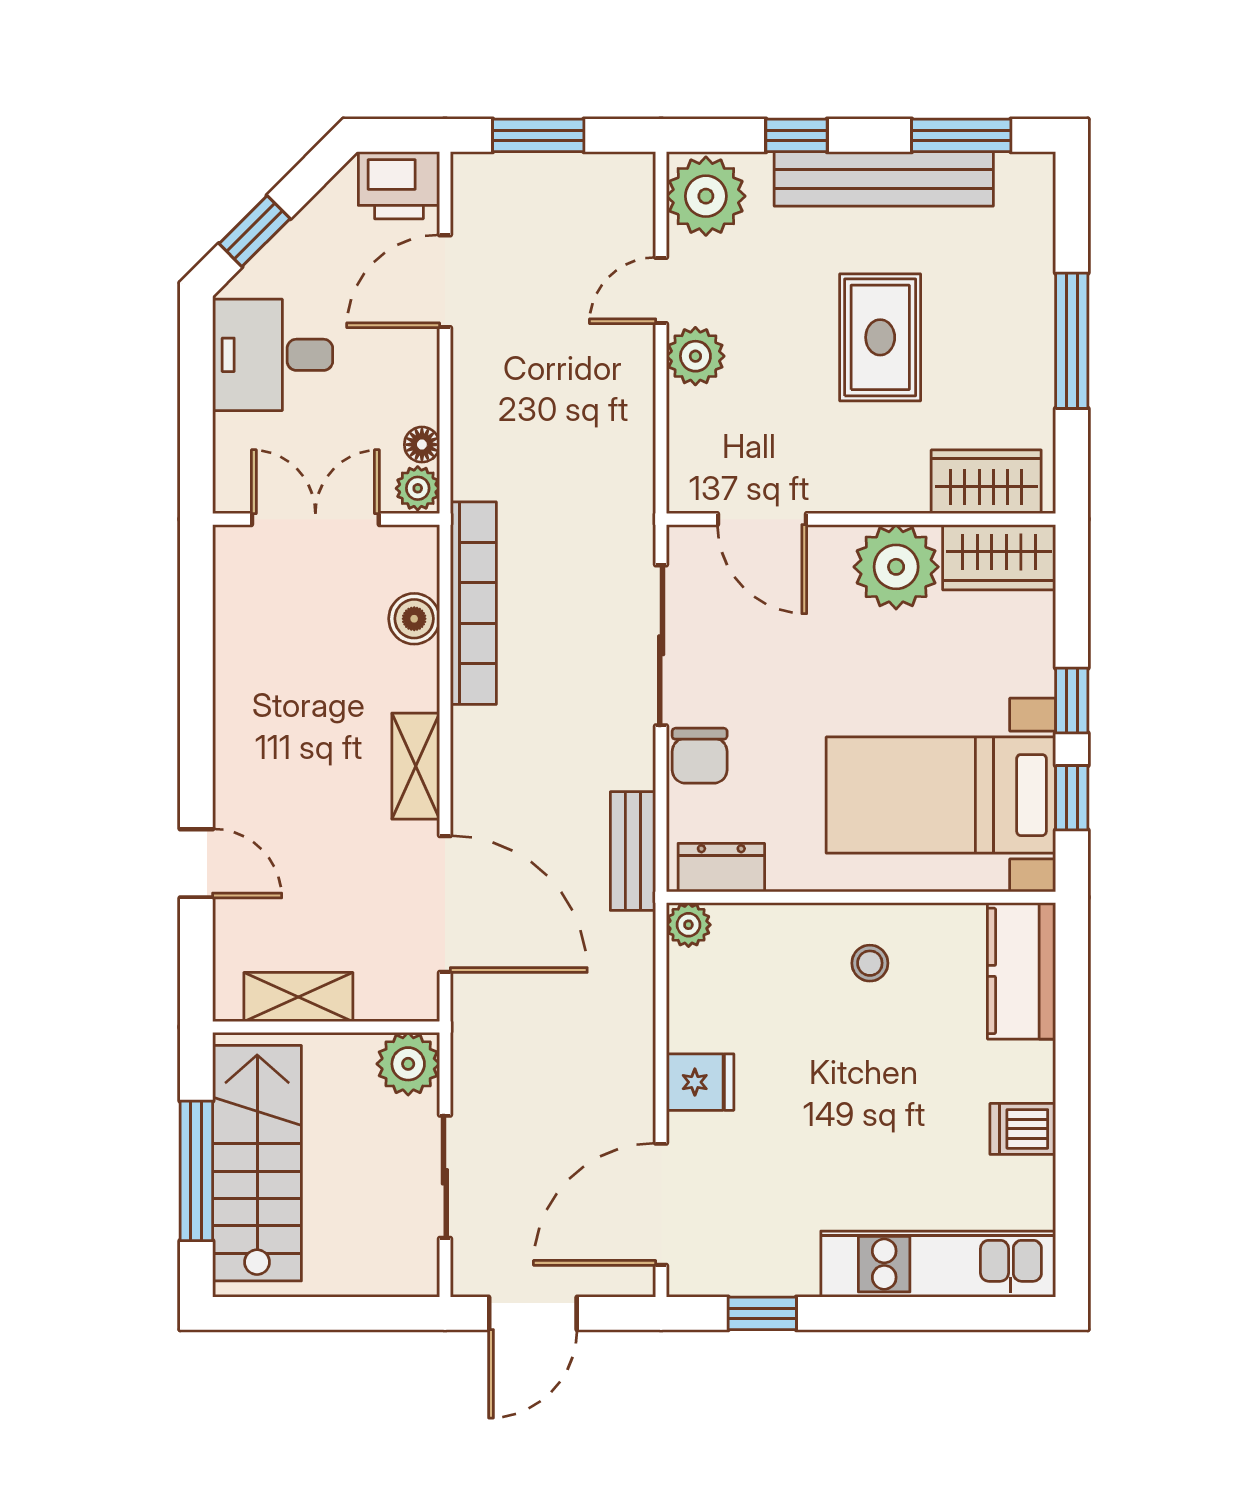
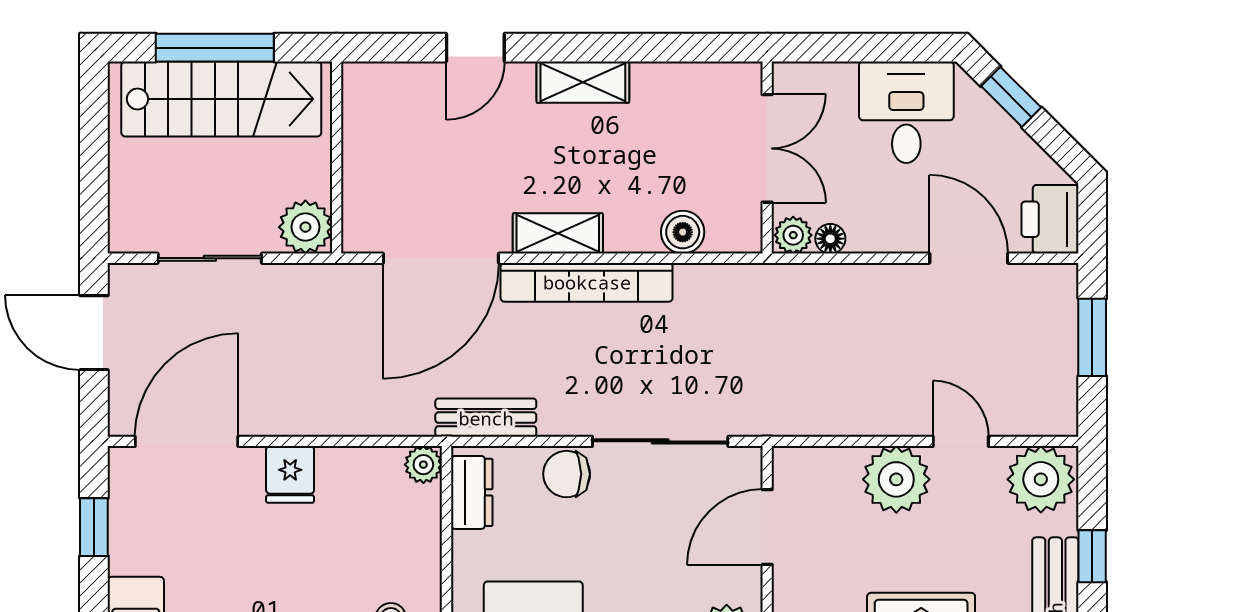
plant: (695, 356) -> (896, 479), width x1.36, depth x1.36
bookcase: (473, 603) -> (587, 282), moved
shelving: (298, 997) -> (583, 82), moved, turned 90
door: (661, 1204) -> (187, 441), hinge flipped

